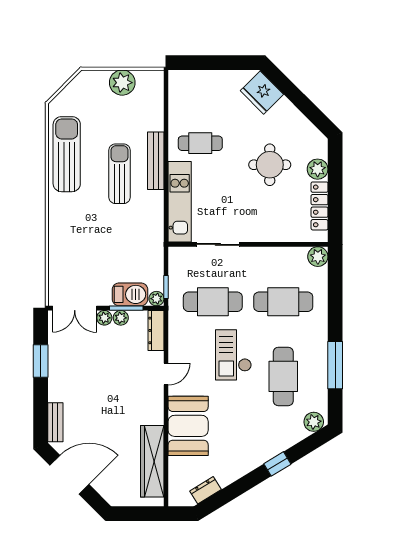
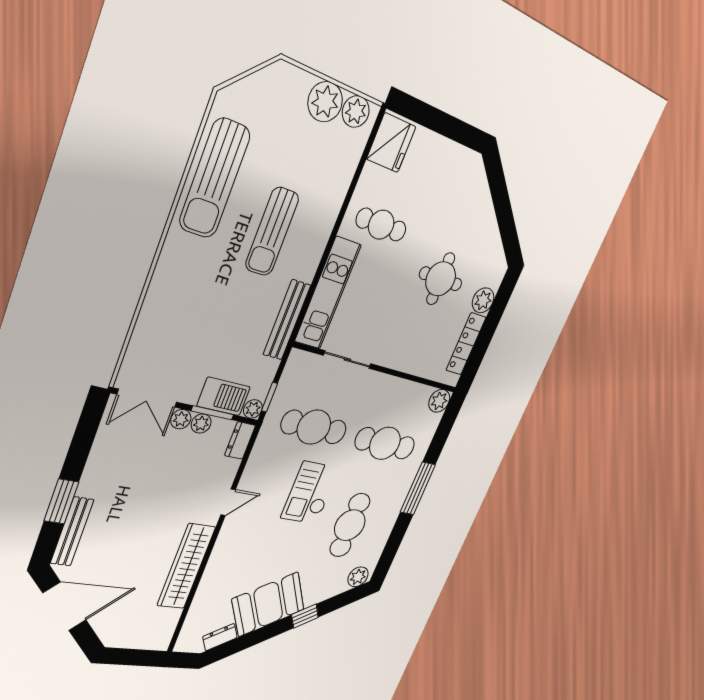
plant: (147, 80) -> (356, 112), added
fridge: (262, 93) -> (391, 143), moved, turned -135
sun lounger: (67, 154) -> (215, 179), turned 180
bench: (156, 161) -> (287, 320), moved
sun lounger: (119, 174) -> (272, 232), turned 180
dresser: (156, 330) -> (240, 441), width x0.70
window: (41, 361) -> (61, 501), moved
window: (335, 365) -> (418, 489), moved
bench: (55, 422) -> (72, 532), width x1.36
booth: (188, 426) -> (268, 604), moved, turned 59
wardrobe: (152, 461) -> (186, 566), moved

